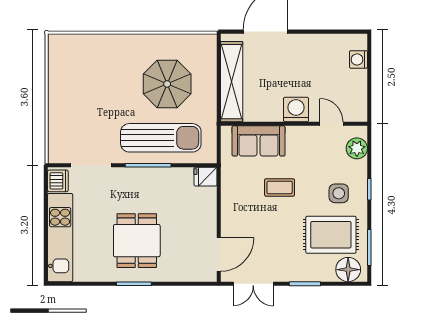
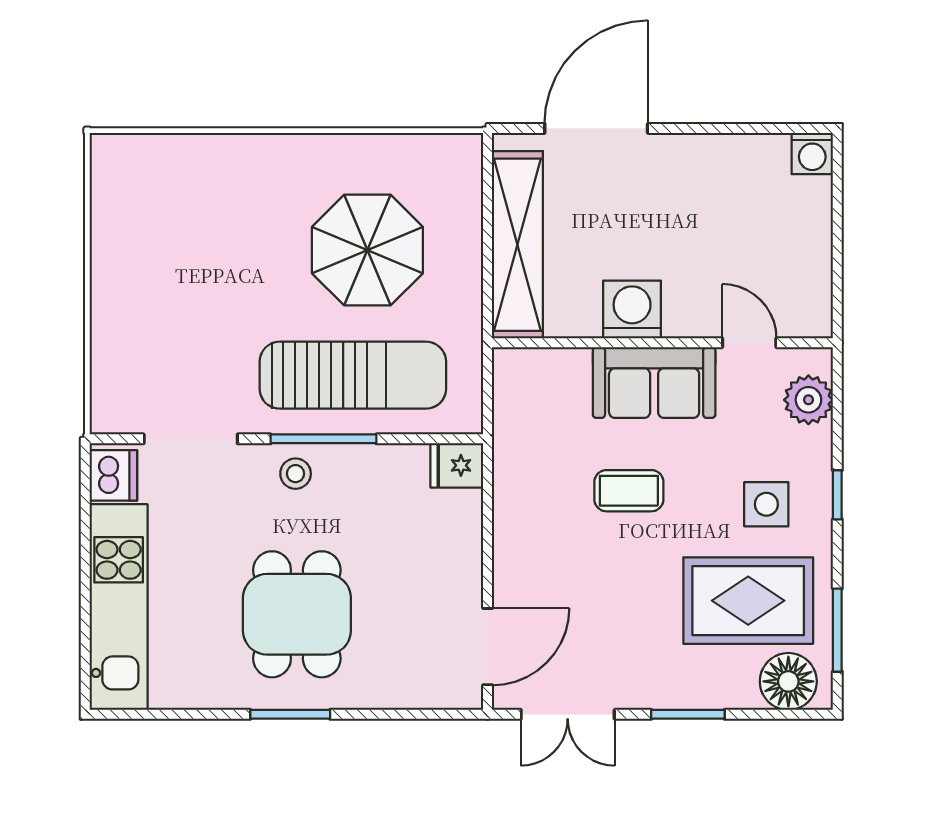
washing machine: (358, 59) -> (812, 153), moved, turned -90
washing machine: (296, 109) -> (632, 309), moved
sofa: (259, 141) -> (654, 382), moved
stool: (136, 180) -> (296, 474), added

